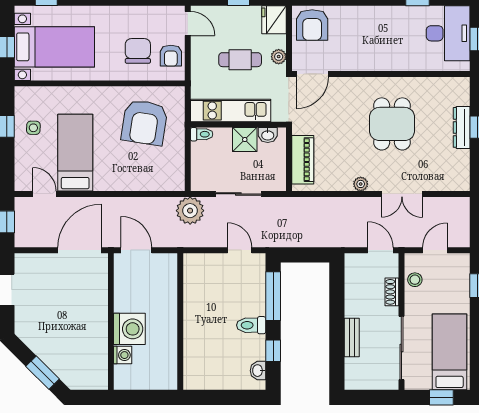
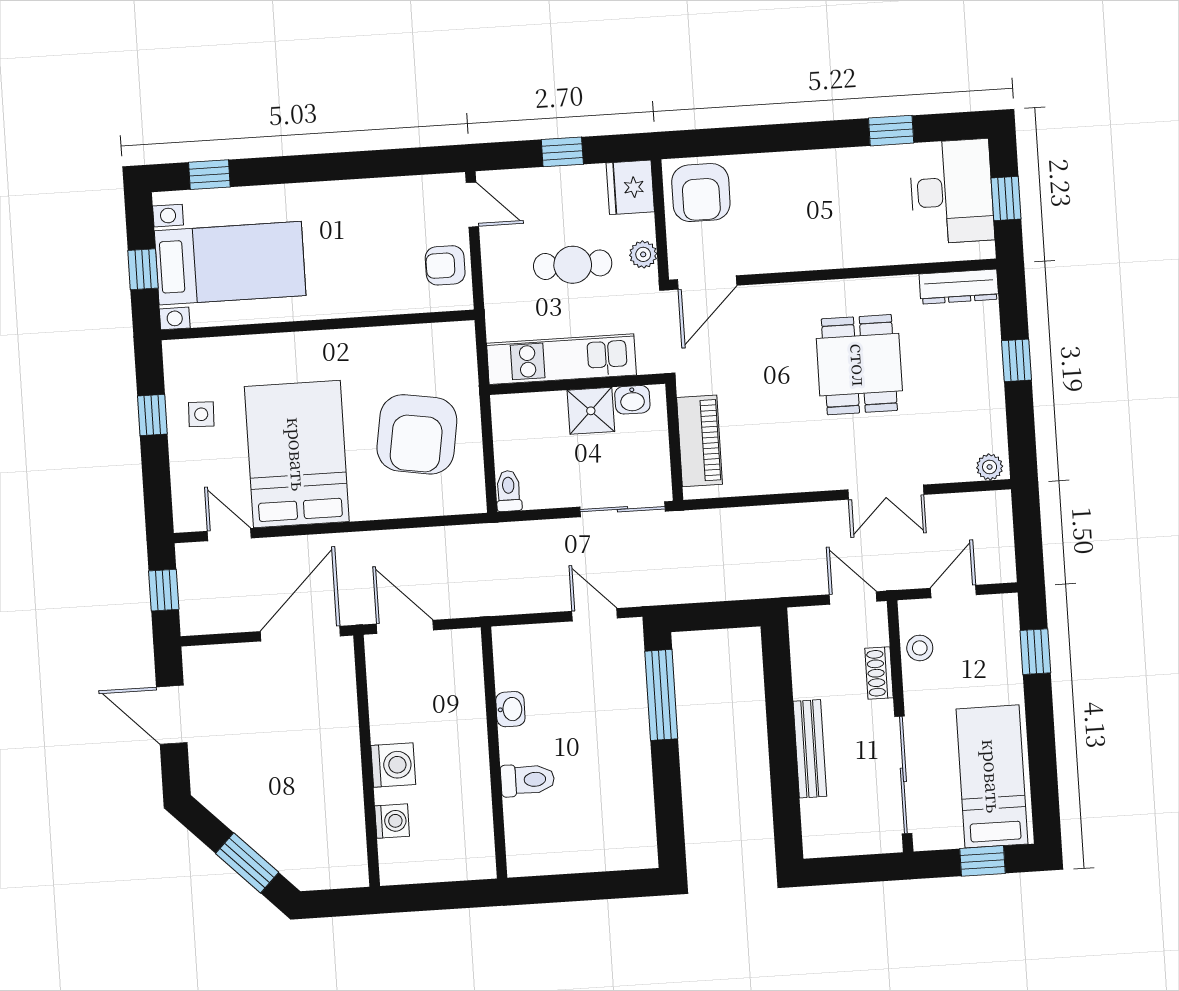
chair: (138, 51) -> (384, 261), removed
armchair: (171, 56) -> (445, 265), turned 90
armchair: (144, 122) -> (417, 434), moved
dresser: (462, 127) -> (959, 287), moved, turned -90
toilet: (202, 134) -> (509, 491), moved, turned -90
bed: (75, 153) -> (297, 454), width x1.50
plant: (361, 184) -> (990, 467), moved
sliding door: (238, 194) -> (623, 509), moved
plant: (190, 211) -> (499, 548), removed
toilet: (251, 325) -> (527, 780), moved, turned 180
washing machine: (129, 329) -> (393, 765), width x0.73, depth x0.73
bench: (352, 338) -> (810, 749), width x1.36
window: (273, 351) -> (668, 795), removed
washbasin: (258, 371) -> (510, 709), moved, turned 180

